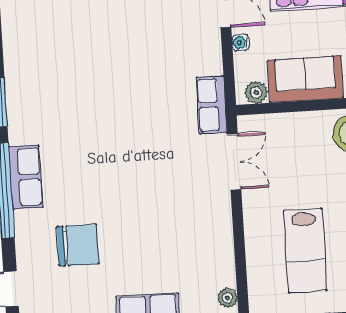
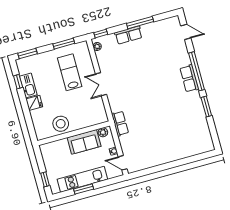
double door: (234, 162) -> (101, 84), moved
chair: (78, 245) -> (162, 55), removed

